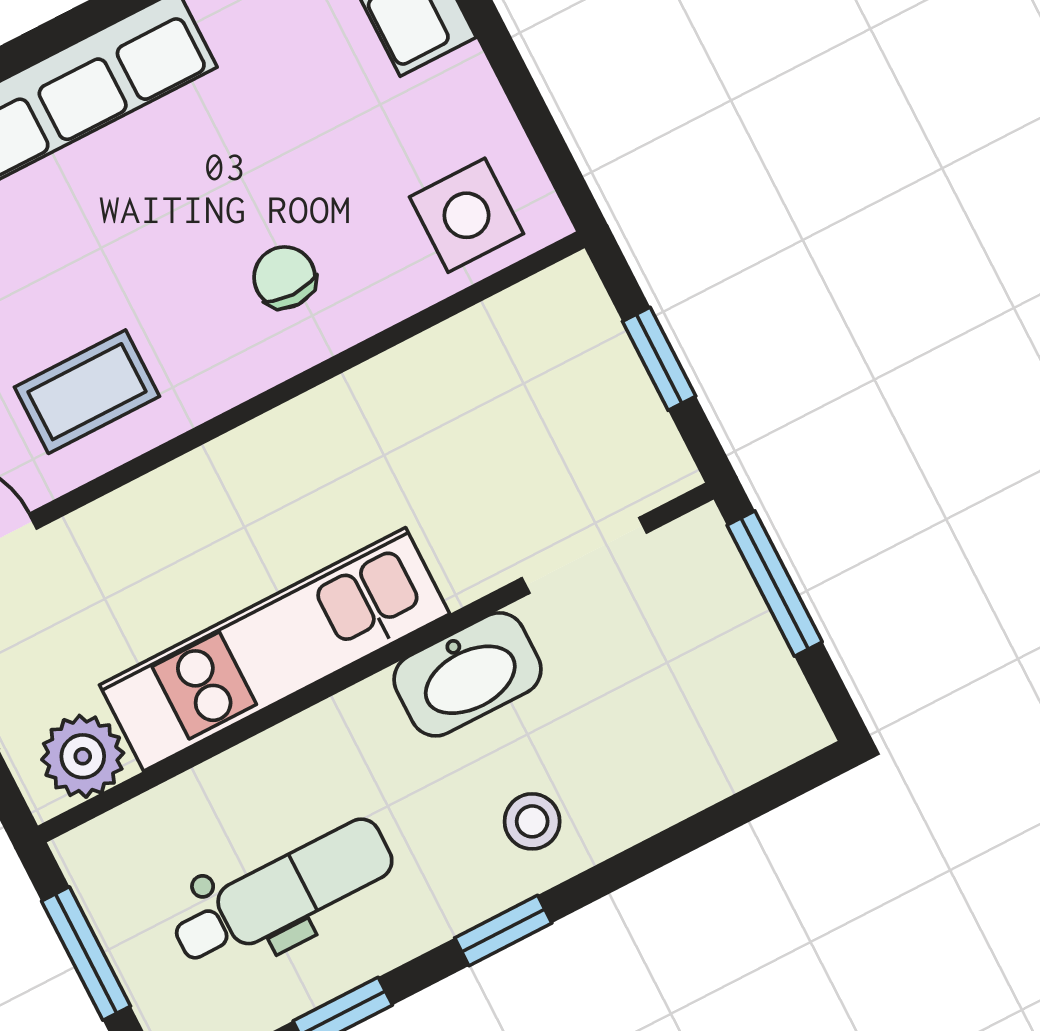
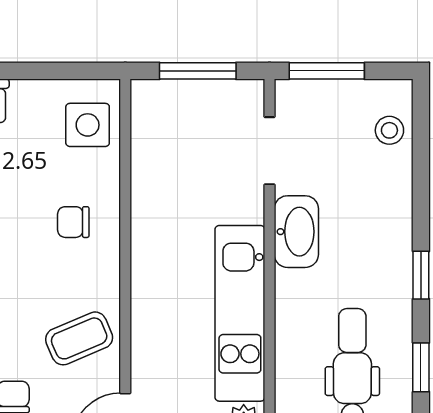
window: (659, 359) -> (198, 71), width x1.50
coffee table: (87, 392) -> (79, 338), turned 67
stool: (532, 821) -> (389, 130), moved

